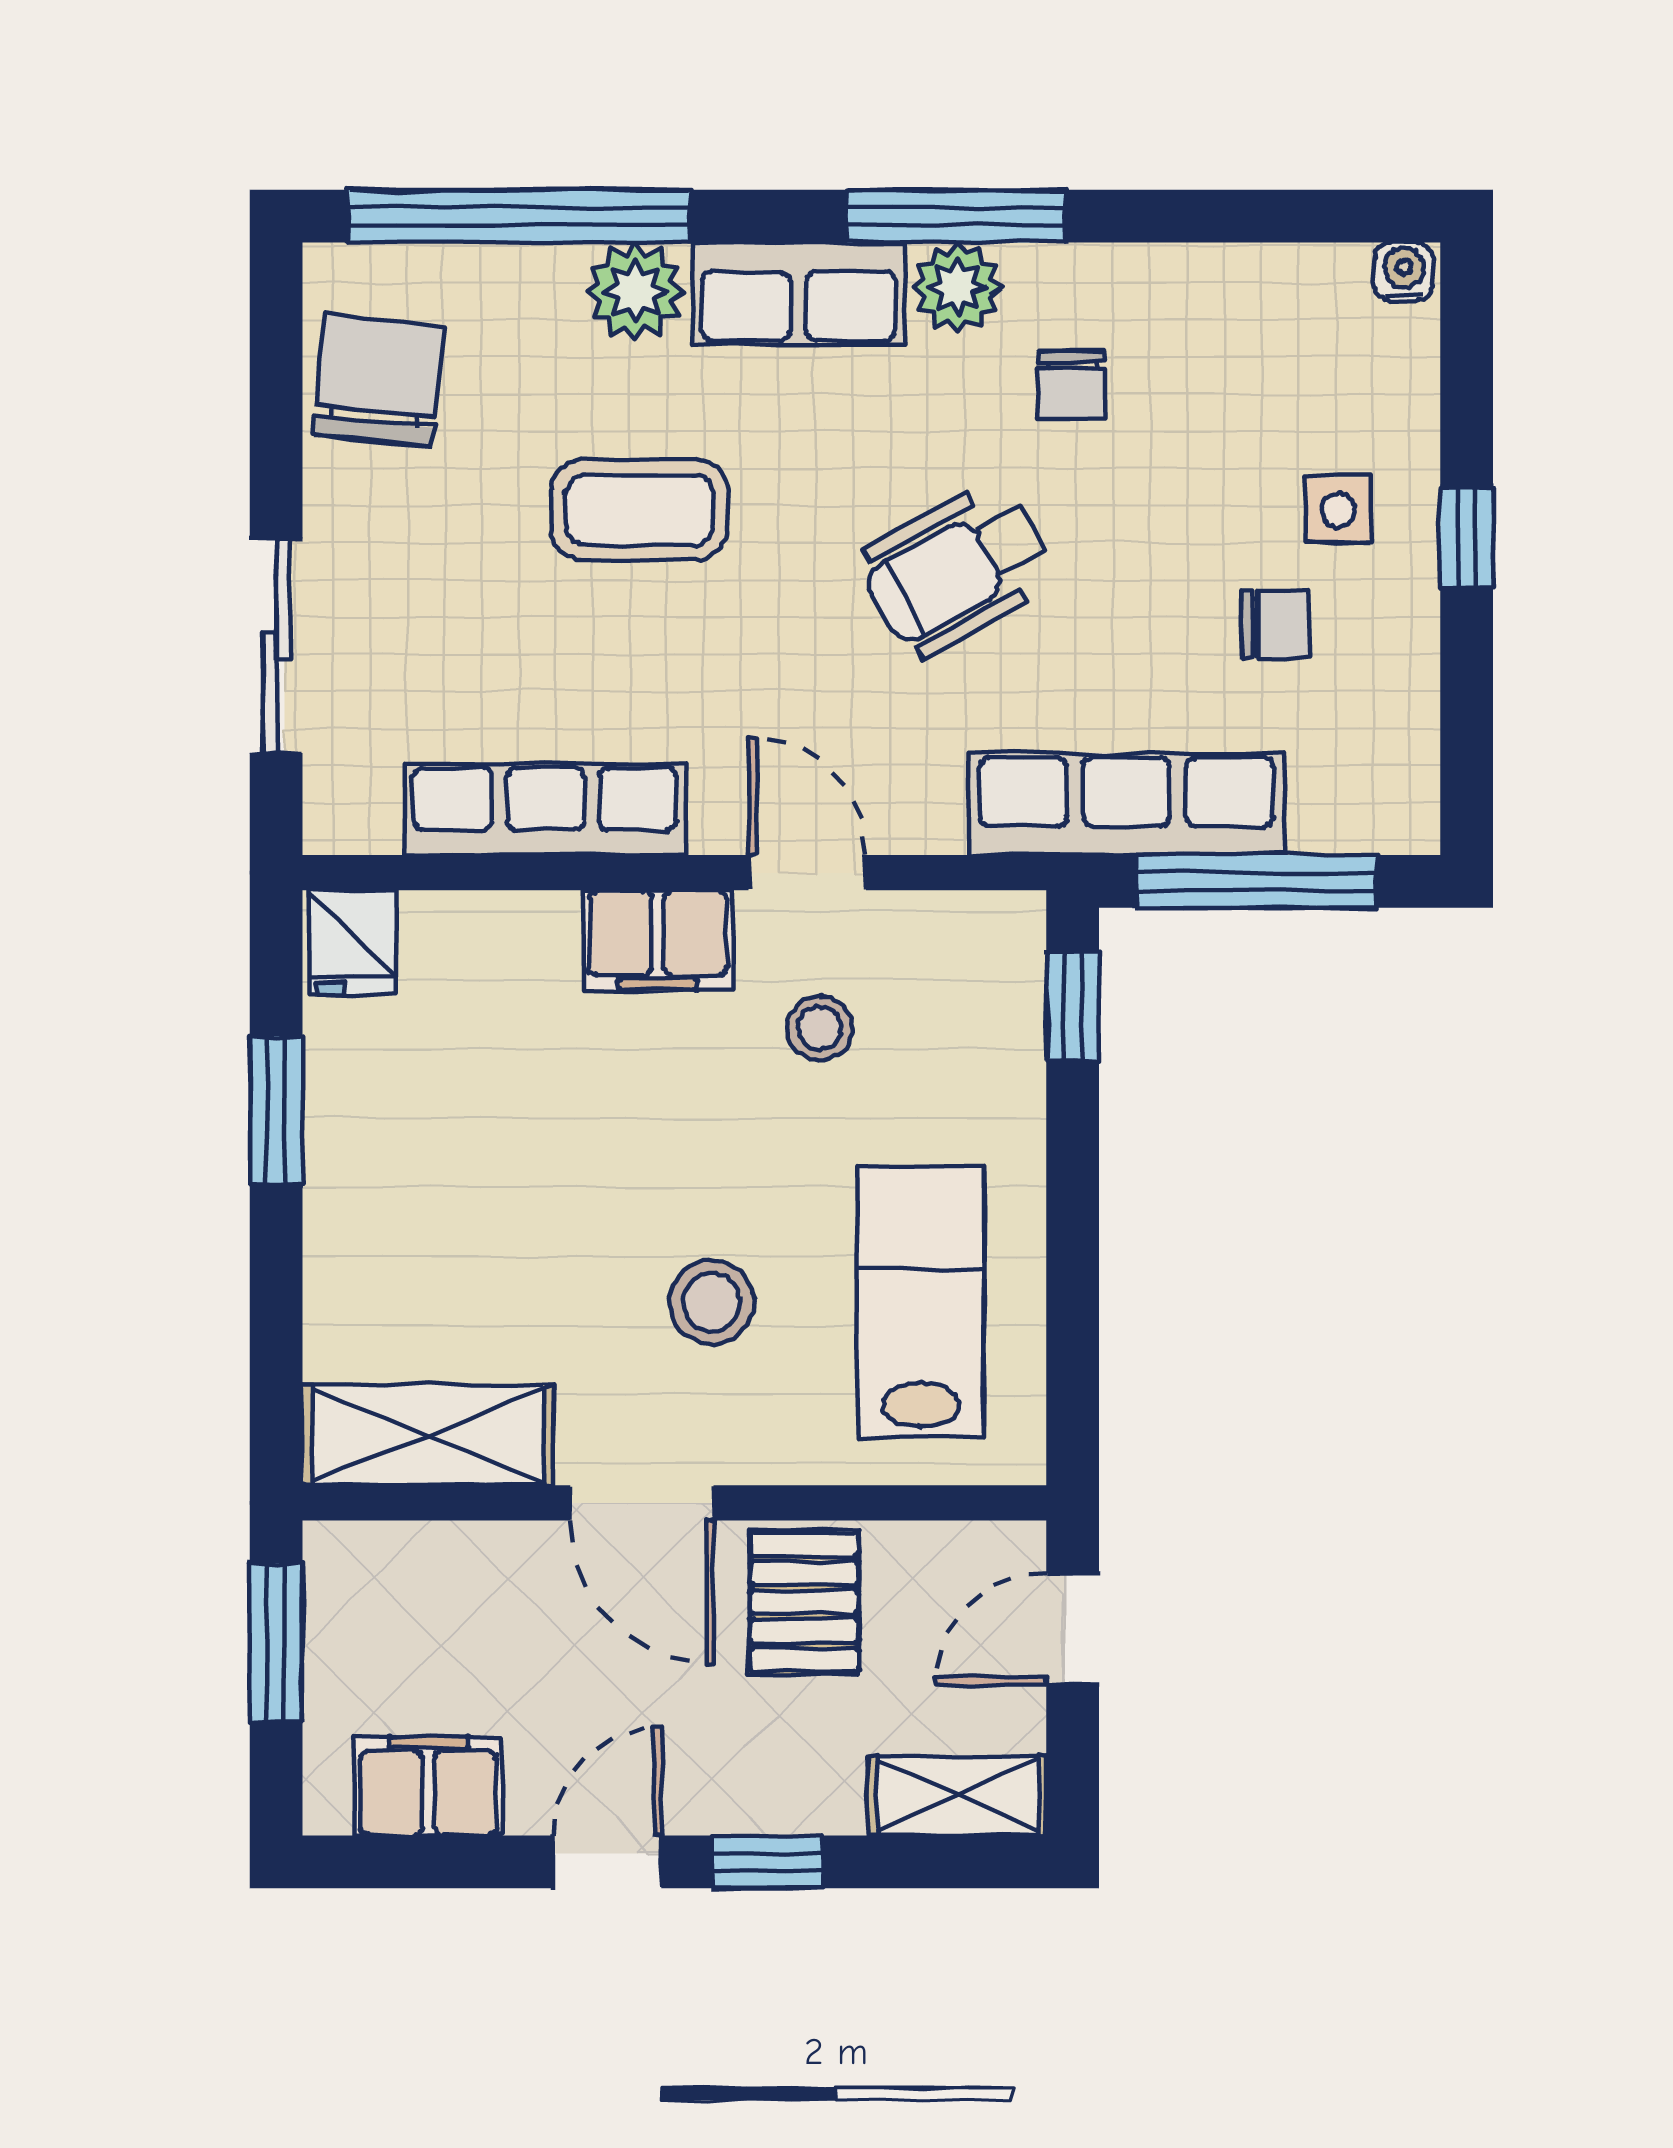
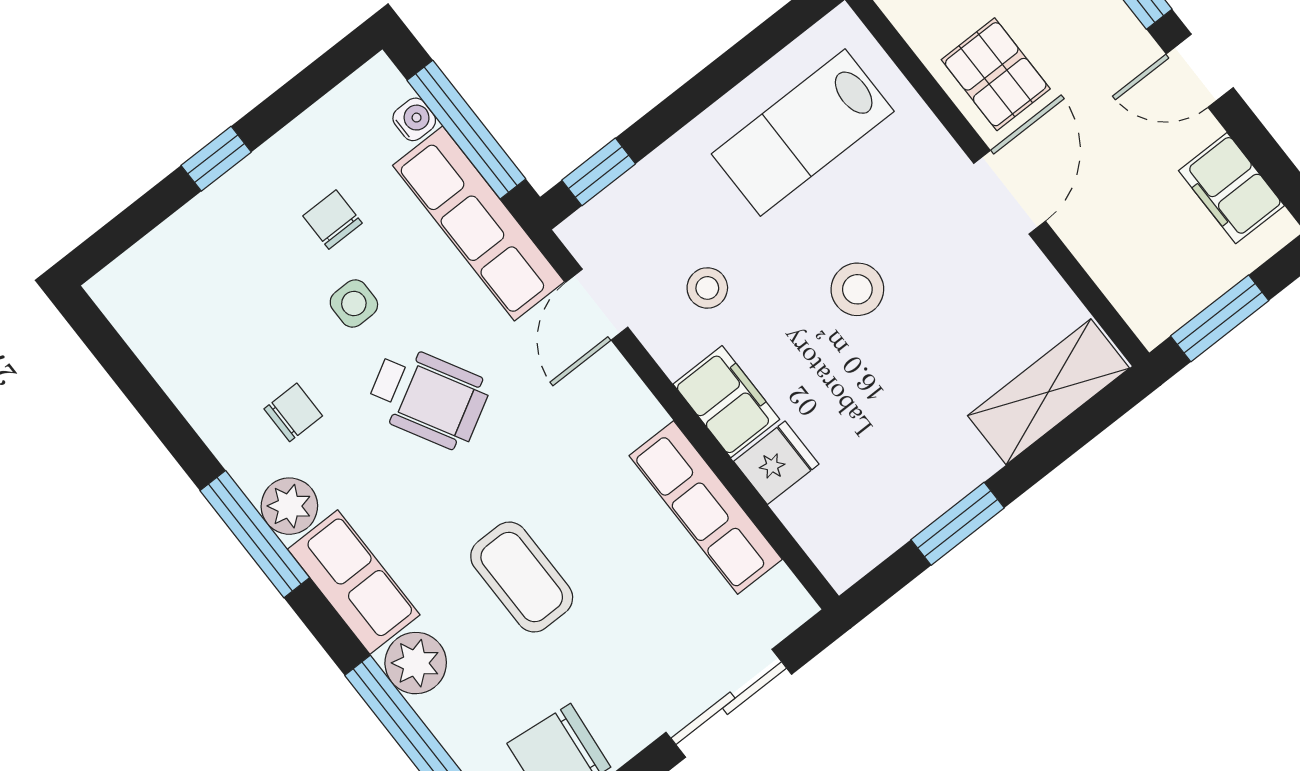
water cooler: (1404, 272) -> (414, 119), moved, turned 180
side table: (1338, 510) -> (354, 304), moved
door: (807, 873) -> (597, 305), moved
fridge: (353, 943) -> (776, 463), moved
stool: (712, 1302) -> (857, 289), moved
shelving: (428, 1435) -> (1048, 392), moved, turned 90
pallet: (804, 1602) -> (996, 74), turned 90

